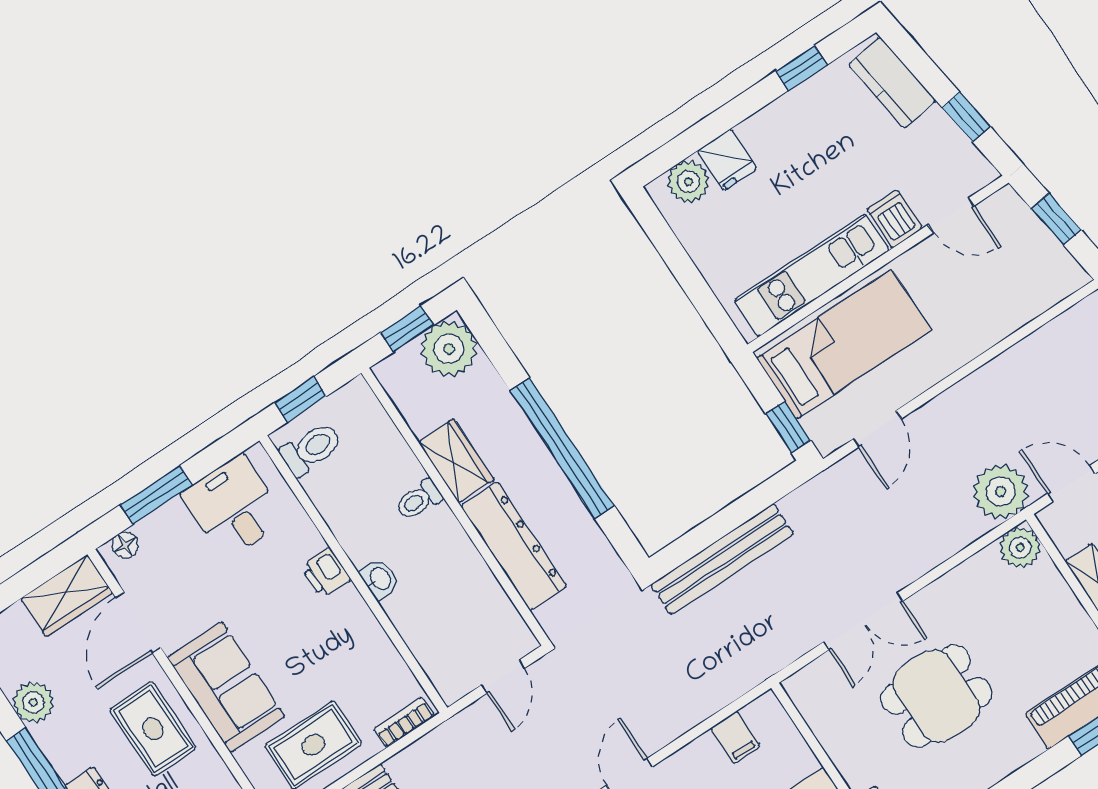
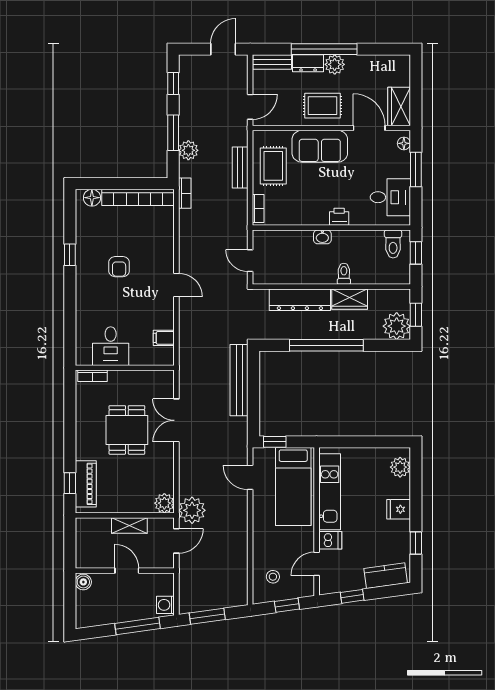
fridge: (727, 160) -> (399, 509), moved
stool: (1023, 276) -> (273, 577), added
plant: (33, 702) -> (335, 64), moved

